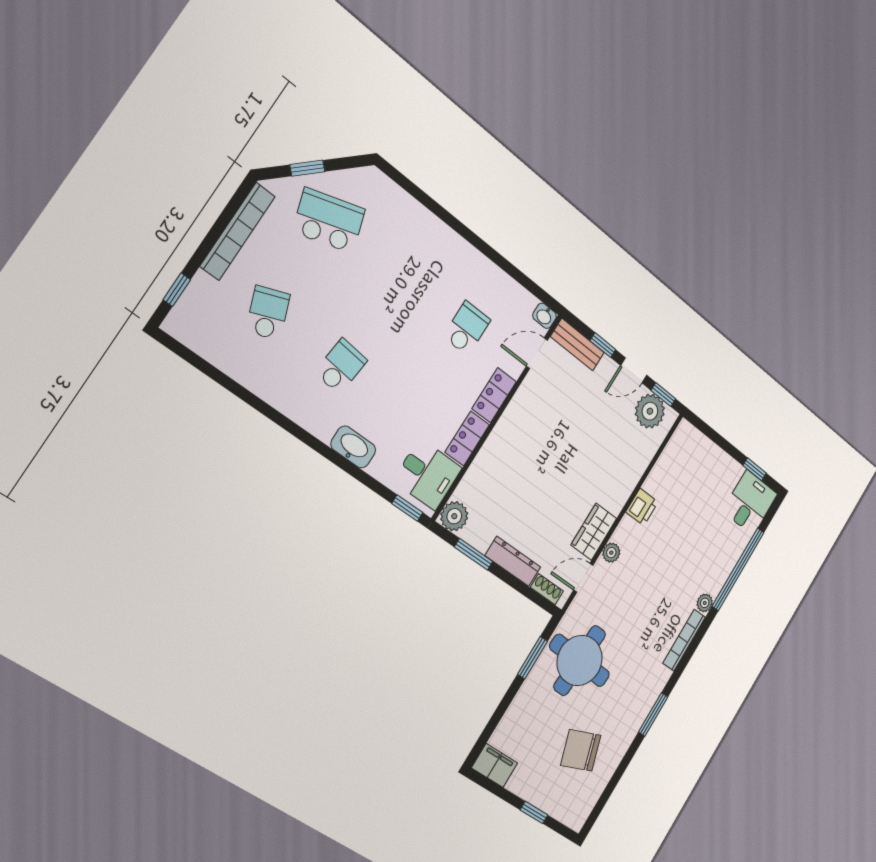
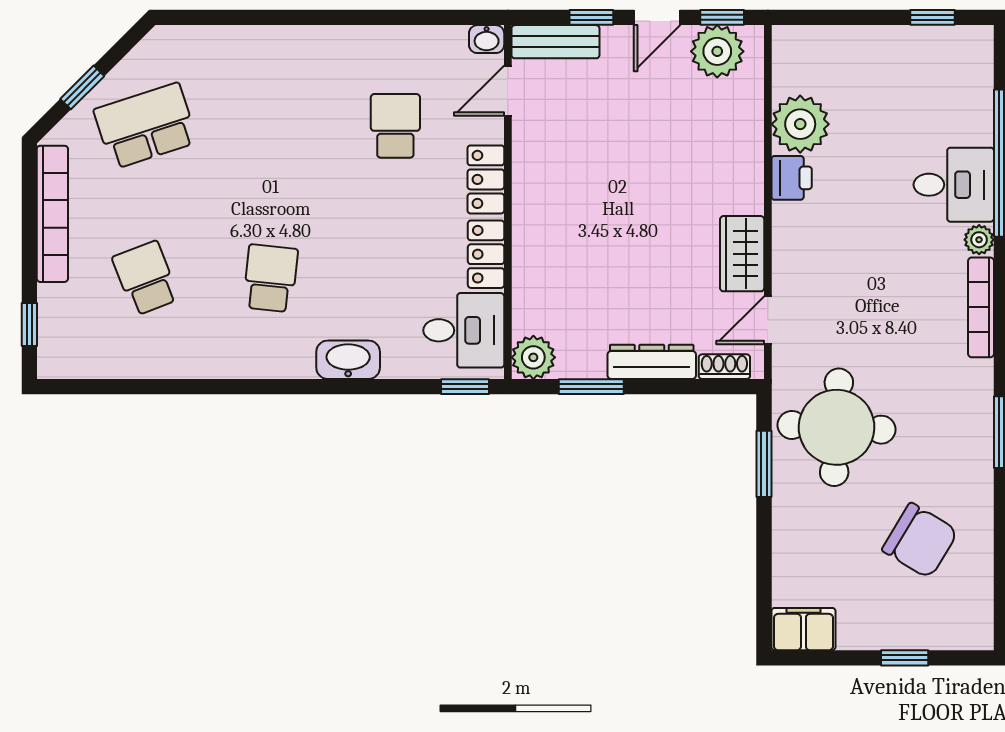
desk: (750, 503) -> (954, 185), moved, turned 90
plant: (611, 553) -> (800, 124), moved, width x1.87, depth x1.87
chair: (581, 750) -> (920, 541), turned -130

